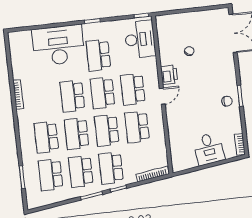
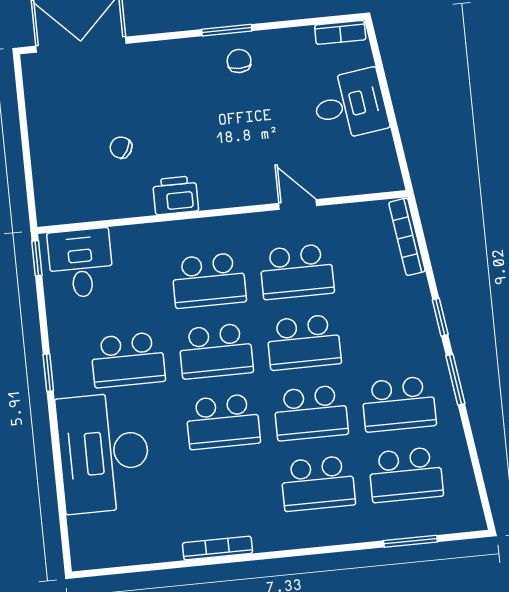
desk: (140, 39) -> (81, 263), width x0.73
door: (162, 96) -> (298, 205), moved
school desk: (111, 168) -> (392, 333), removed

